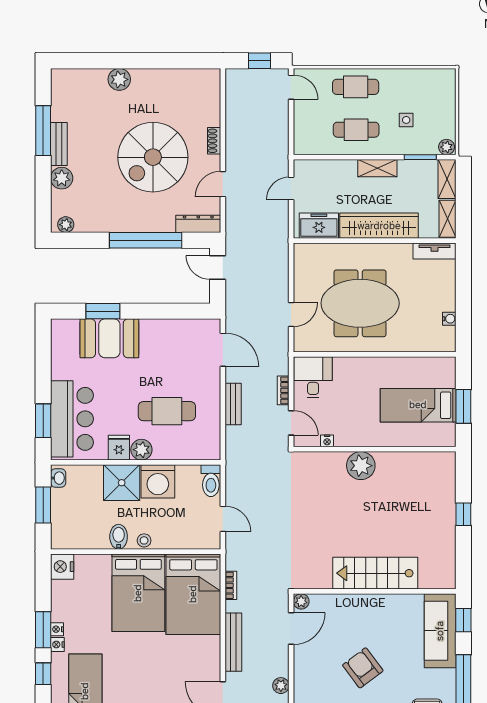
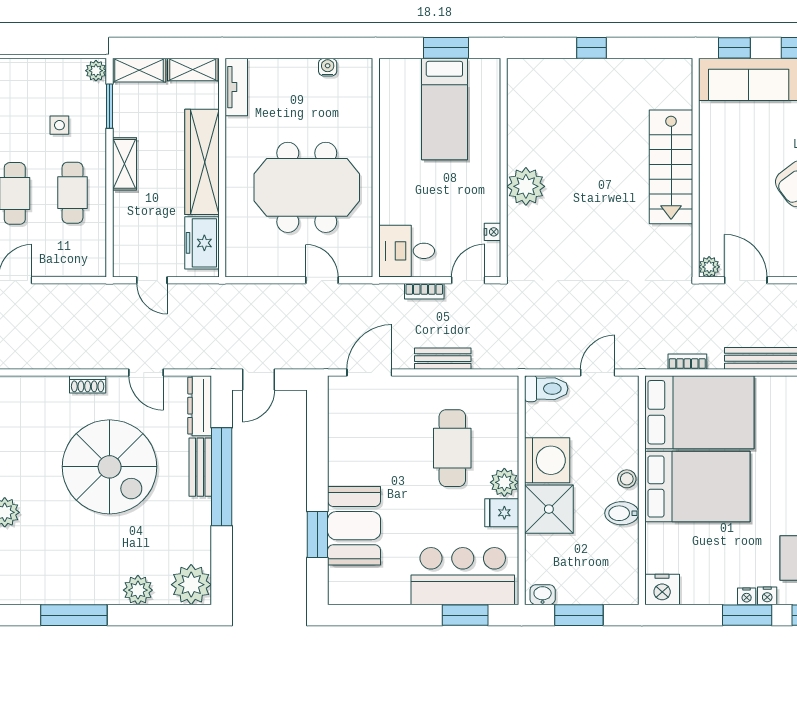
bench: (59, 144) -> (200, 467), moved, turned 90
plant: (66, 225) -> (191, 585), width x1.88, depth x1.88
meeting table: (360, 303) -> (307, 187), turned 90

